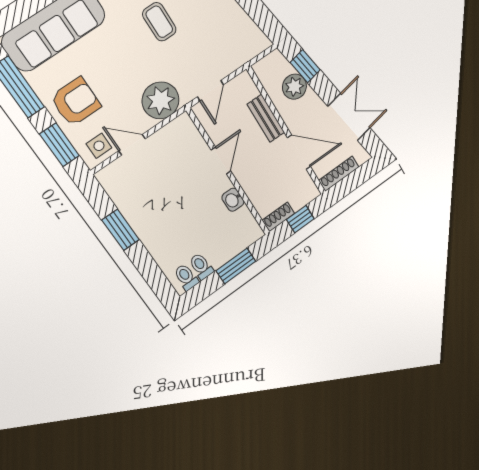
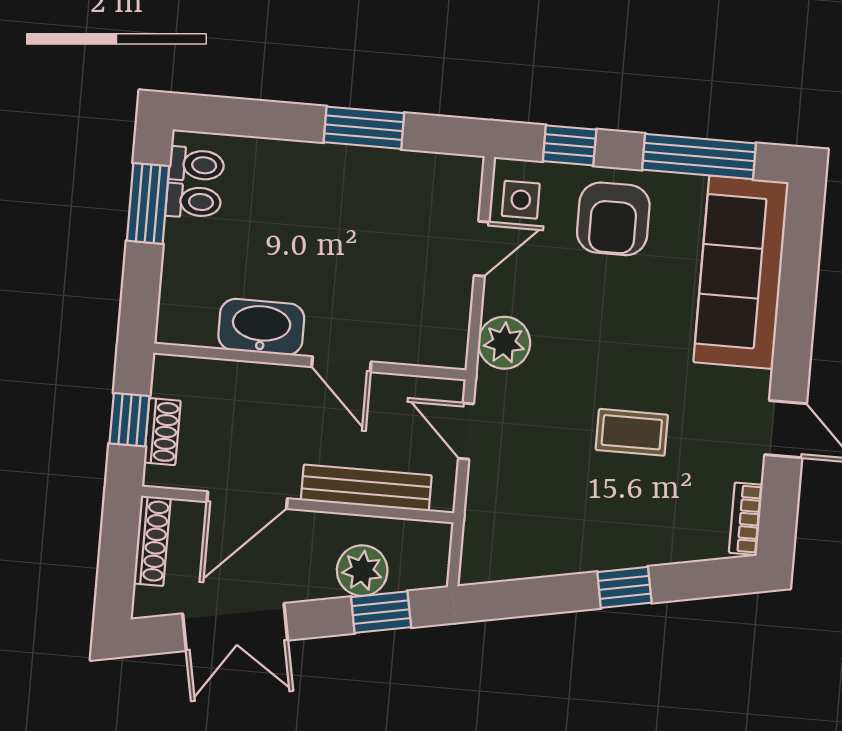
plant: (161, 100) -> (504, 343), width x0.73, depth x0.73
bench: (266, 118) -> (366, 488), width x1.36
window: (60, 145) -> (570, 145), width x0.67
washbasin: (233, 200) -> (261, 327), width x1.91, depth x1.45
shoe rack: (278, 217) -> (162, 432), moved
window: (236, 266) -> (148, 203), moved

